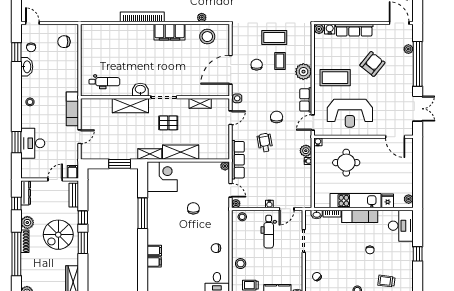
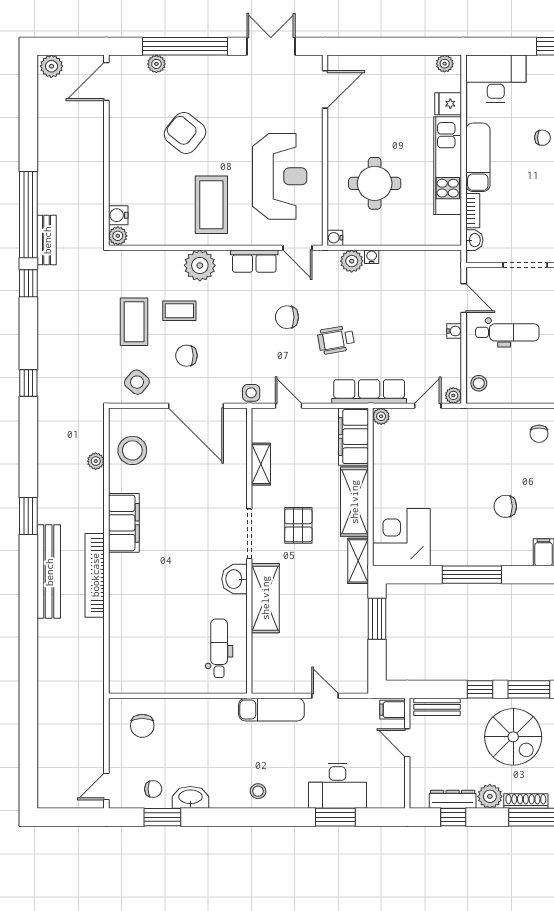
row of seats: (354, 30) -> (120, 168), removed
side table: (243, 39) -> (137, 382), added
filing cabinet: (214, 152) -> (353, 437), added
dresser: (26, 193) -> (453, 799), moved
chair: (193, 208) -> (505, 506), moved

